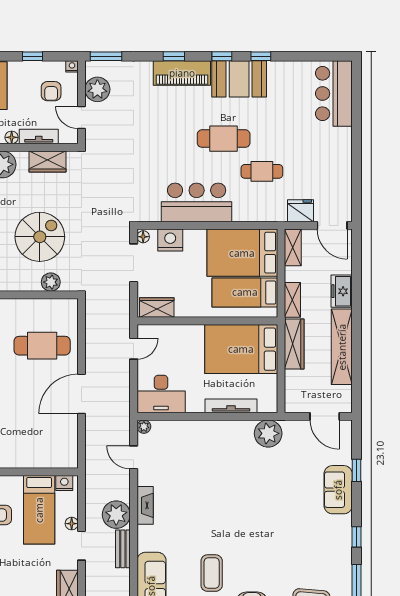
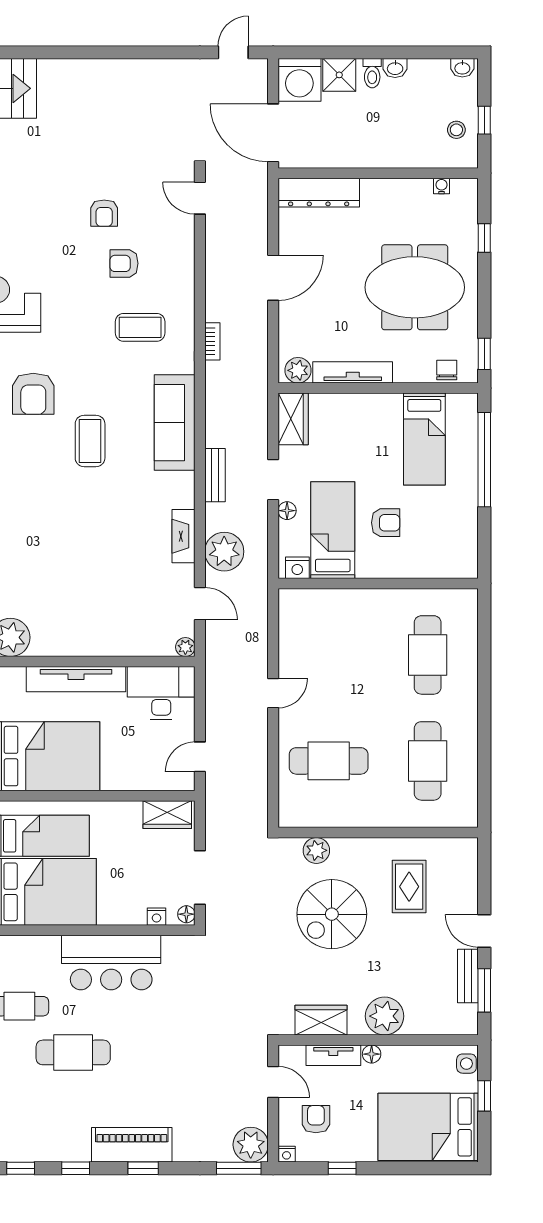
booth: (239, 79) -> (51, 1136), removed
plant: (97, 89) -> (251, 1145), moved
nightstand: (170, 240) -> (156, 917), width x0.53, depth x0.56
door: (82, 394) -> (273, 693), width x0.53
tv unit: (231, 406) -> (76, 679), width x1.36, depth x1.29
plant: (116, 515) -> (224, 552), moved

